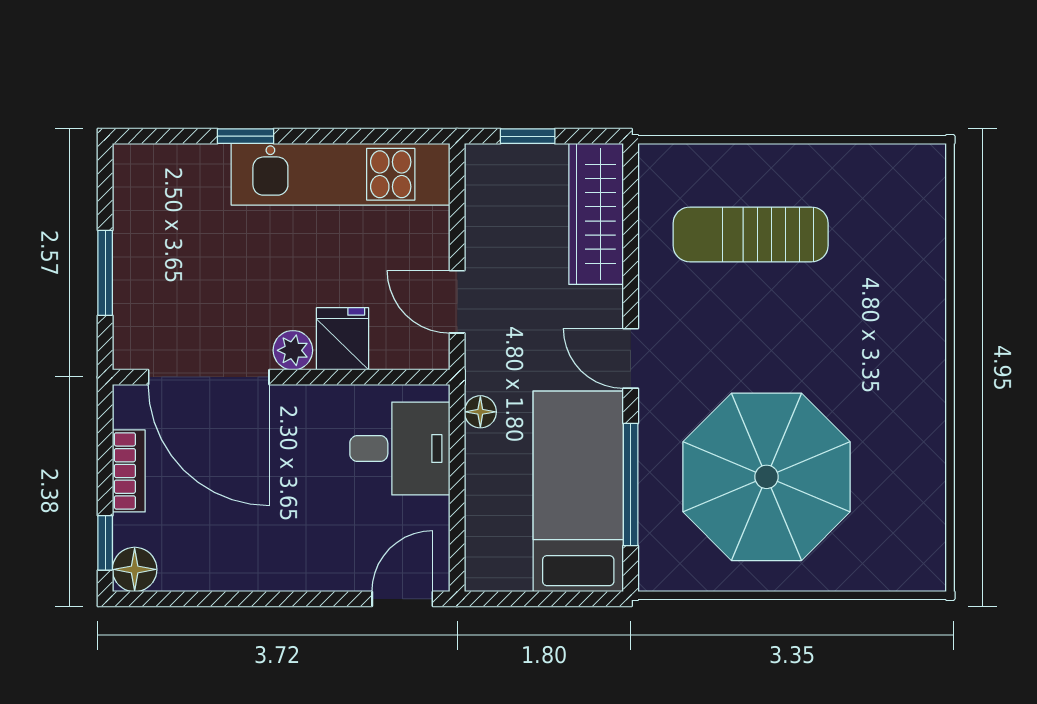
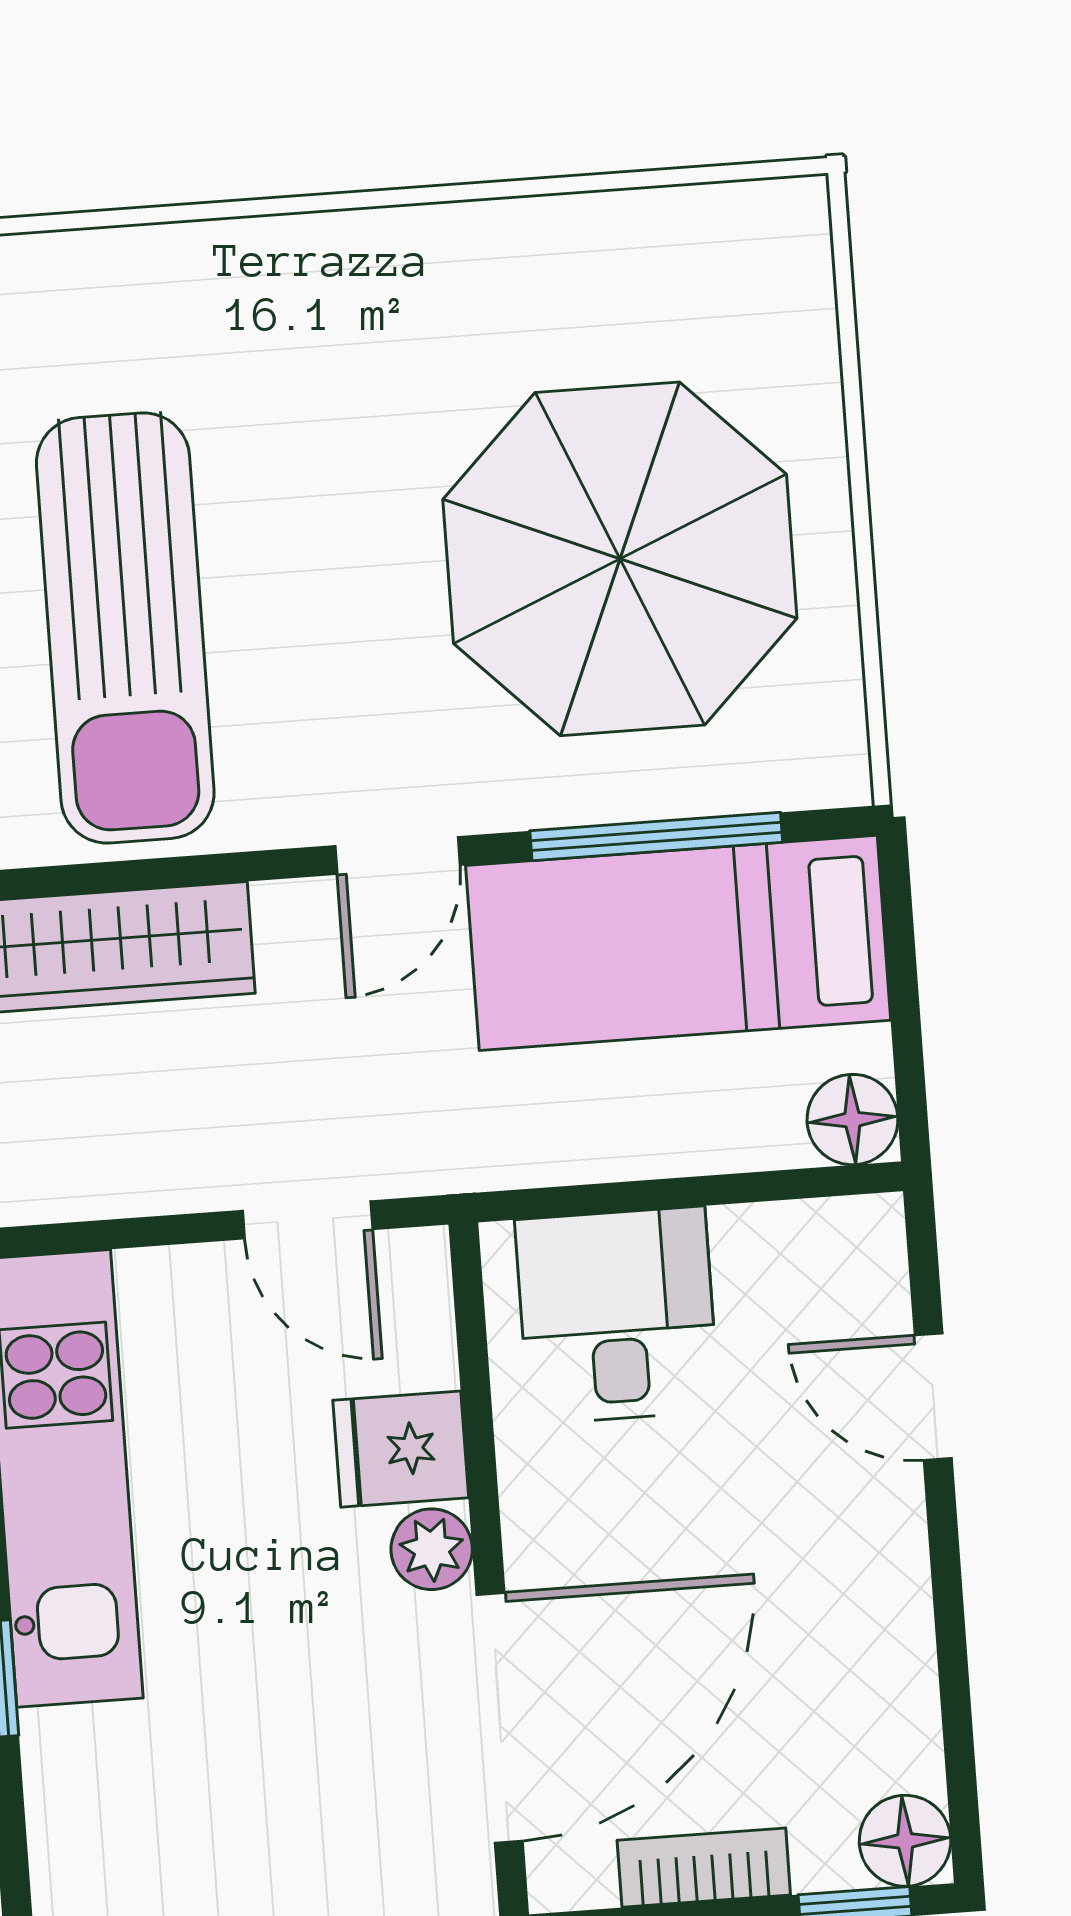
sun lounger: (751, 234) -> (125, 628), width x1.36, depth x1.34
door: (457, 302) -> (308, 1220), hinge flipped
floor lamp: (480, 412) -> (852, 1120), moved, width x1.37, depth x1.37
door: (402, 599) -> (933, 1397), moved

